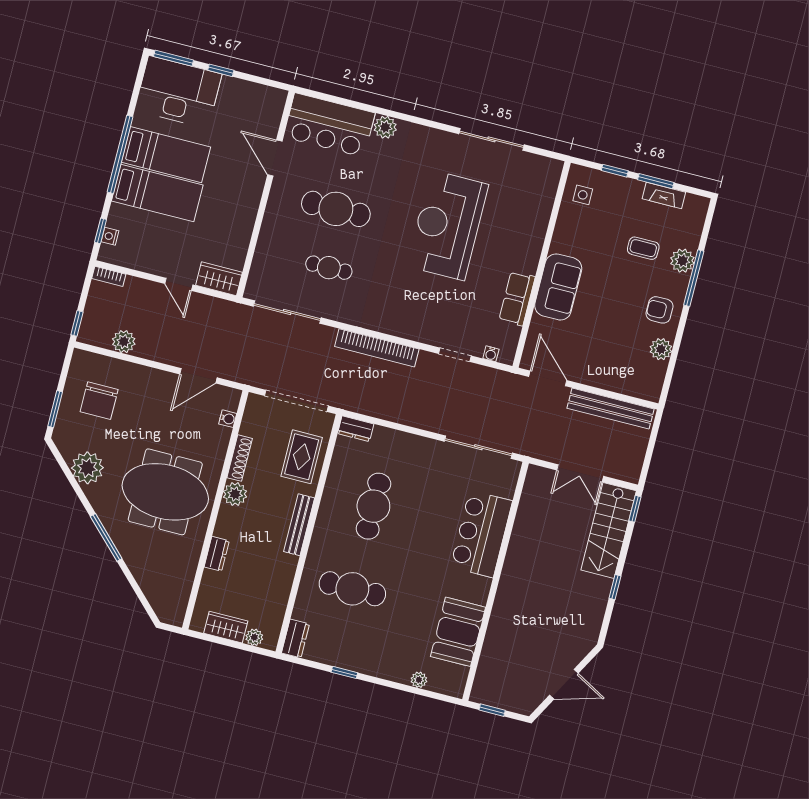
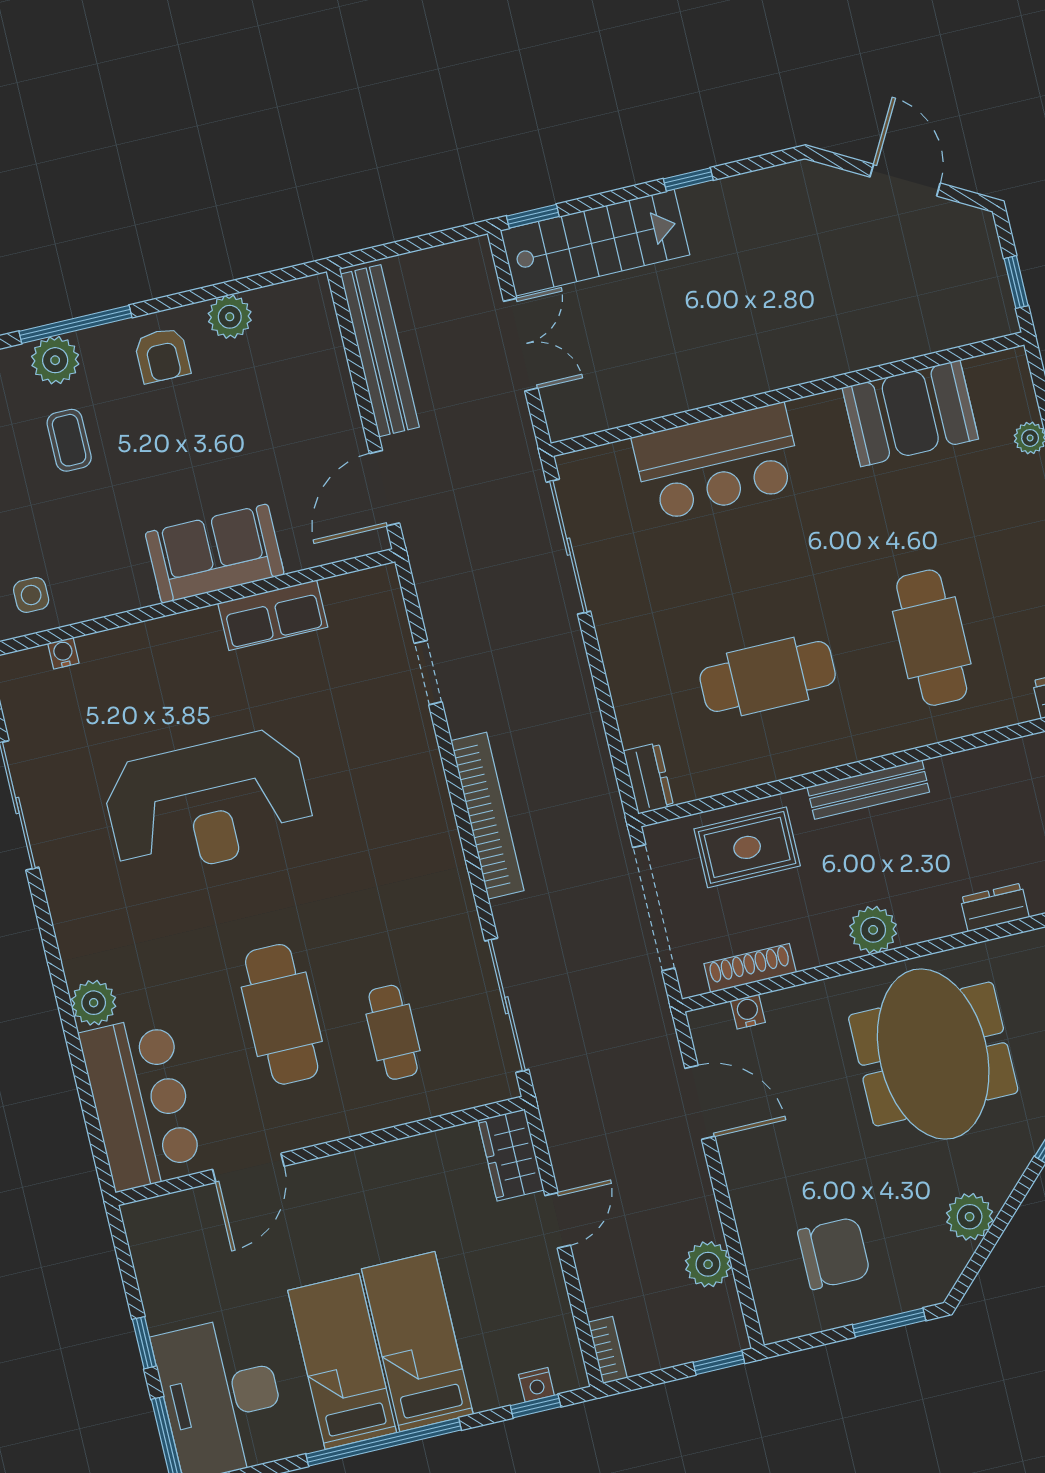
cafe table: (329, 268) -> (393, 1032), moved
water cooler: (491, 354) -> (63, 653), moved, turned -90
shoe rack: (240, 458) -> (750, 968), moved
plant: (87, 468) -> (970, 1217), width x0.73, depth x0.73

